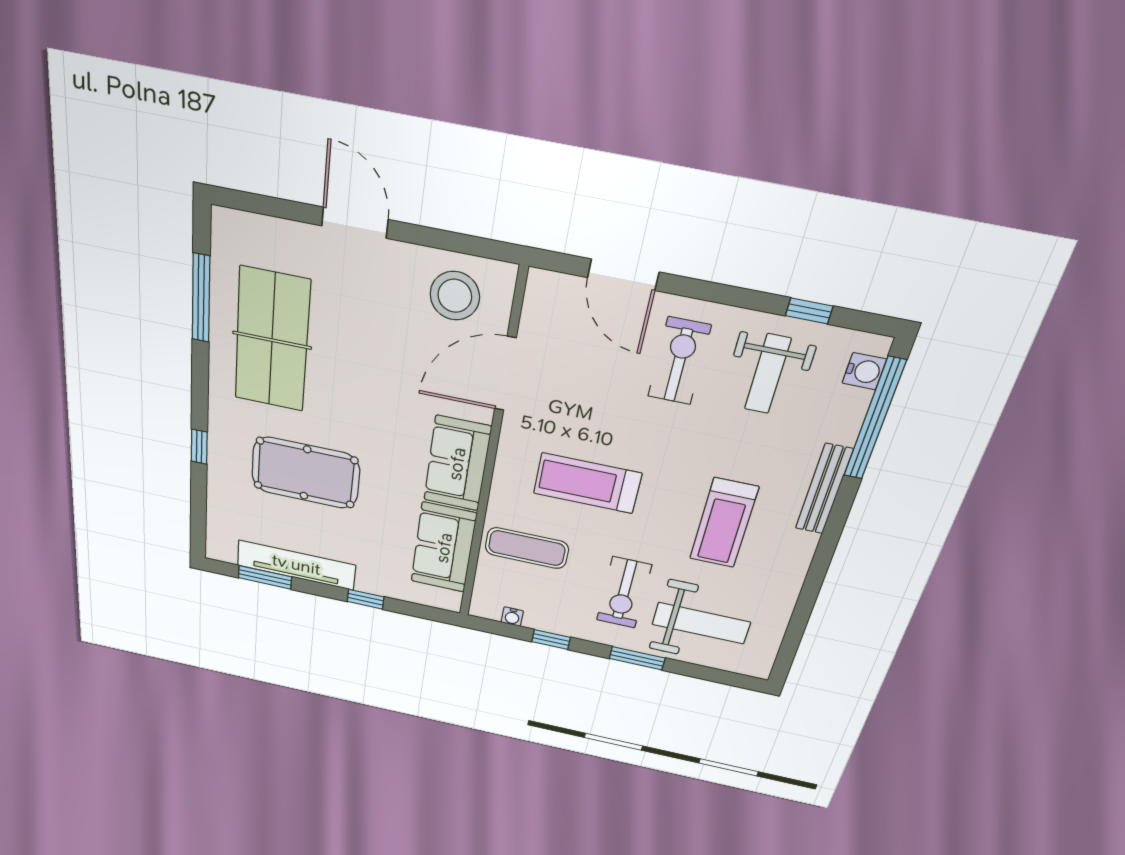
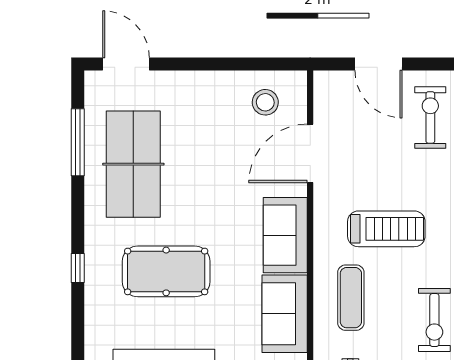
door: (355, 223) -> (126, 64), moved
stool: (455, 296) -> (265, 102), width x0.73, depth x0.73
treadmill: (587, 483) -> (386, 229), turned 180
exercise mat: (527, 548) -> (351, 298), turned 90

